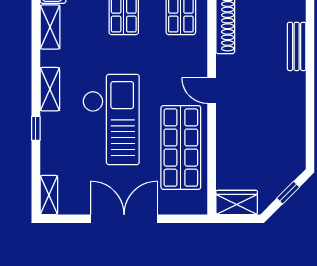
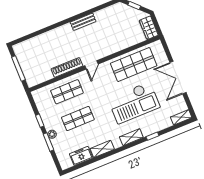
bench: (297, 46) -> (83, 22), moved
door: (212, 91) -> (92, 65), moved
checkout: (111, 120) -> (134, 103), turned 180

